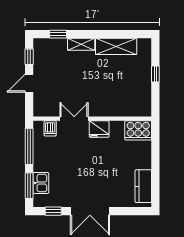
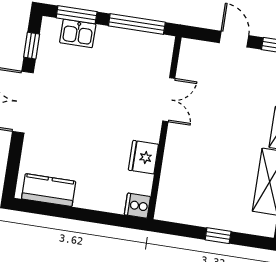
dishwasher: (50, 128) -> (159, 61), removed
fridge: (99, 129) -> (143, 157), moved
cooker: (138, 130) -> (137, 206), width x0.53, depth x0.76

